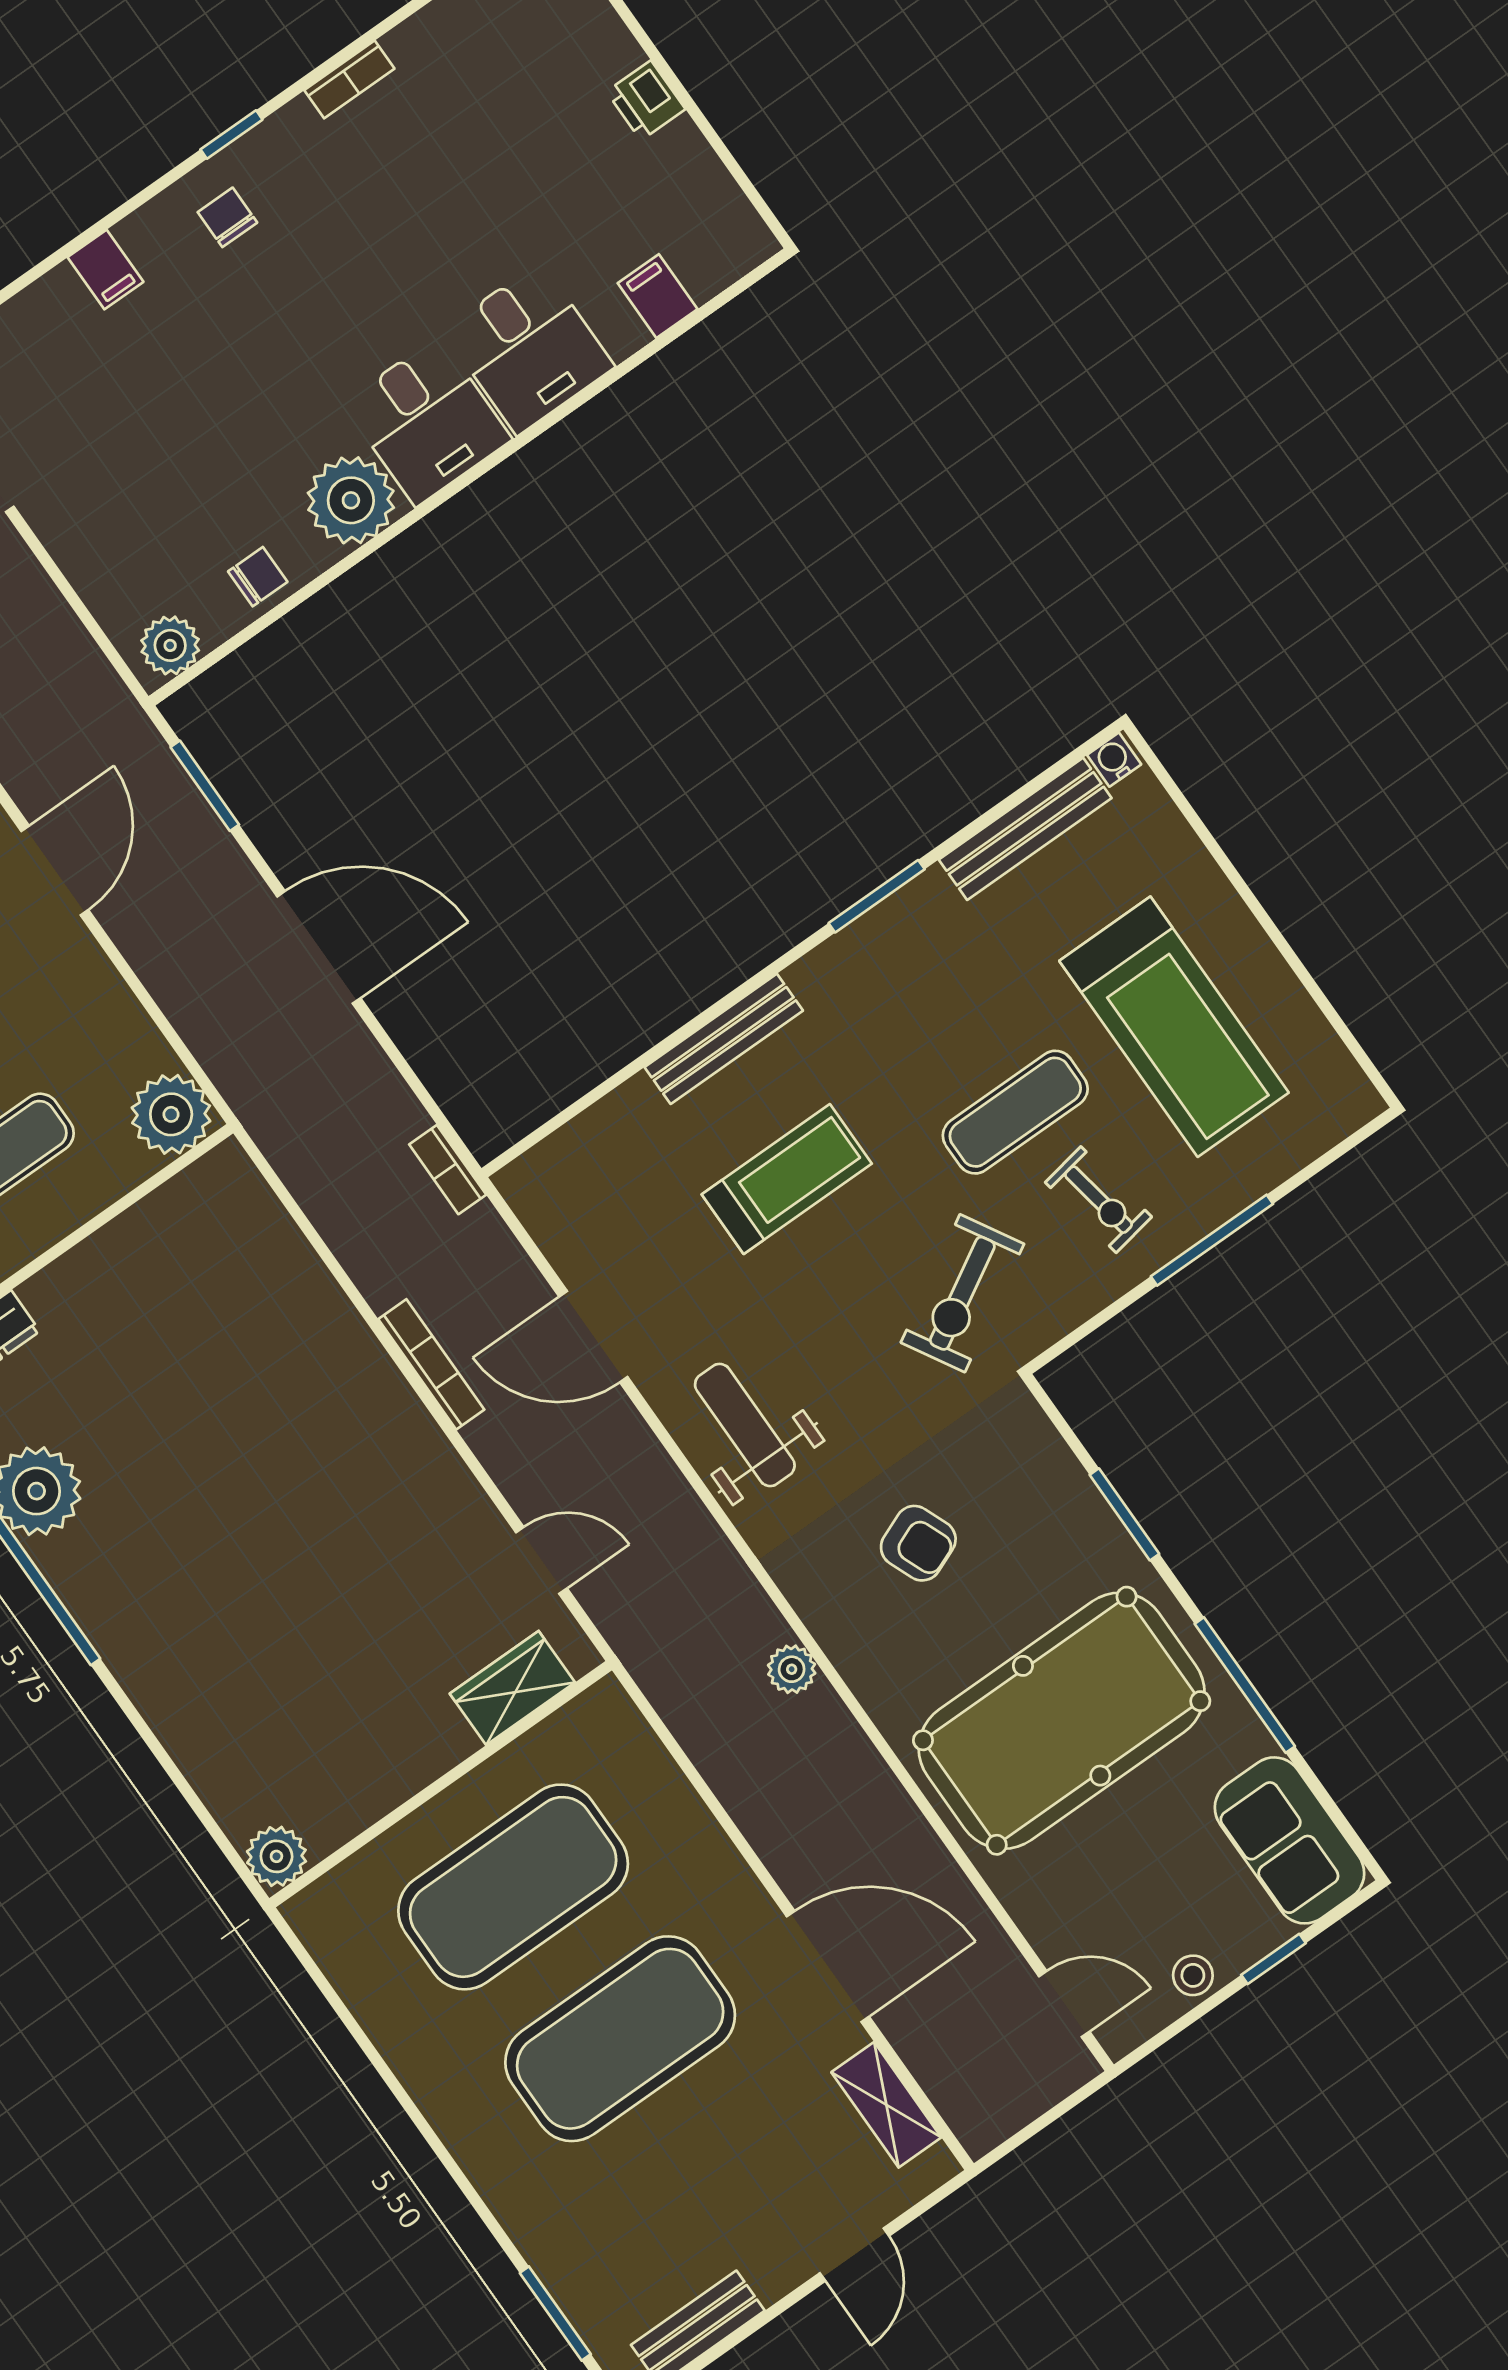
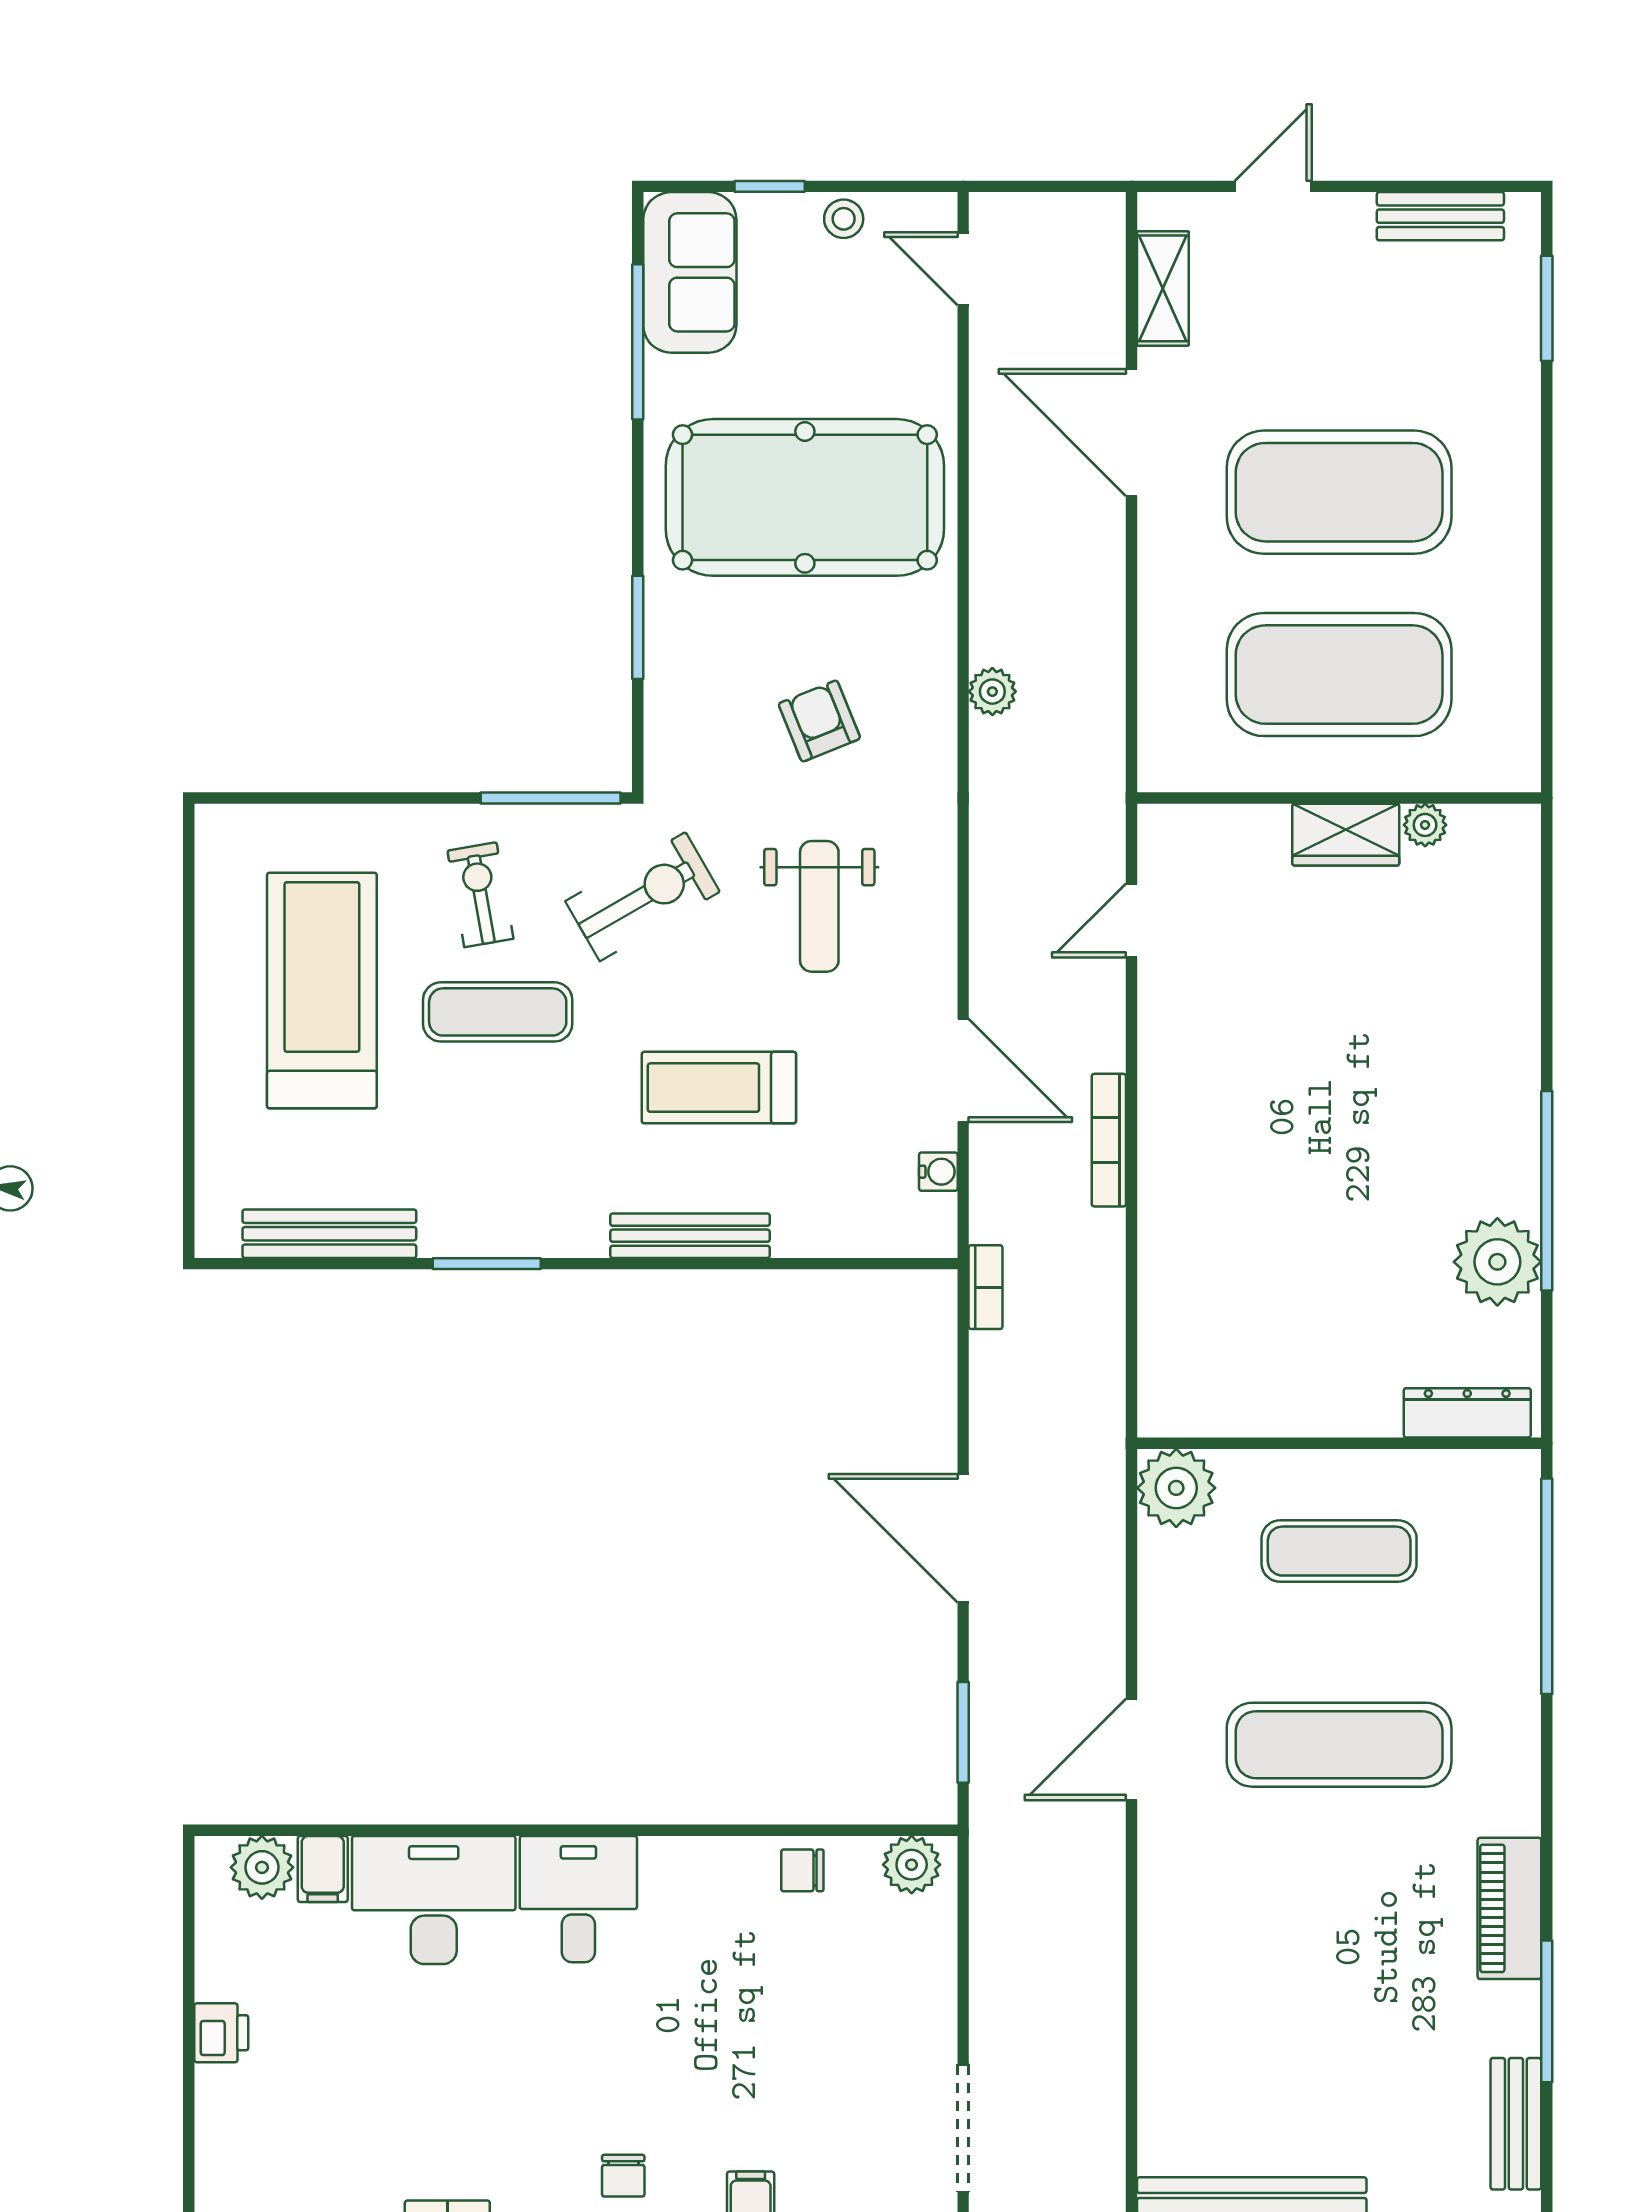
desk: (529, 348) -> (434, 1900), width x1.37
plant: (351, 500) -> (262, 1867), moved, width x0.73, depth x0.73
water cooler: (1114, 760) -> (938, 1172), moved, turned -90
window: (1212, 1240) -> (551, 798), moved
weight bench: (745, 1425) -> (819, 906), moved
door: (541, 1560) -> (1131, 920), hinge flipped
window: (1245, 1685) -> (638, 342), moved
wardrobe: (512, 1688) -> (1346, 835), moved
plant: (276, 1856) -> (1425, 825), moved, width x0.73, depth x0.73

